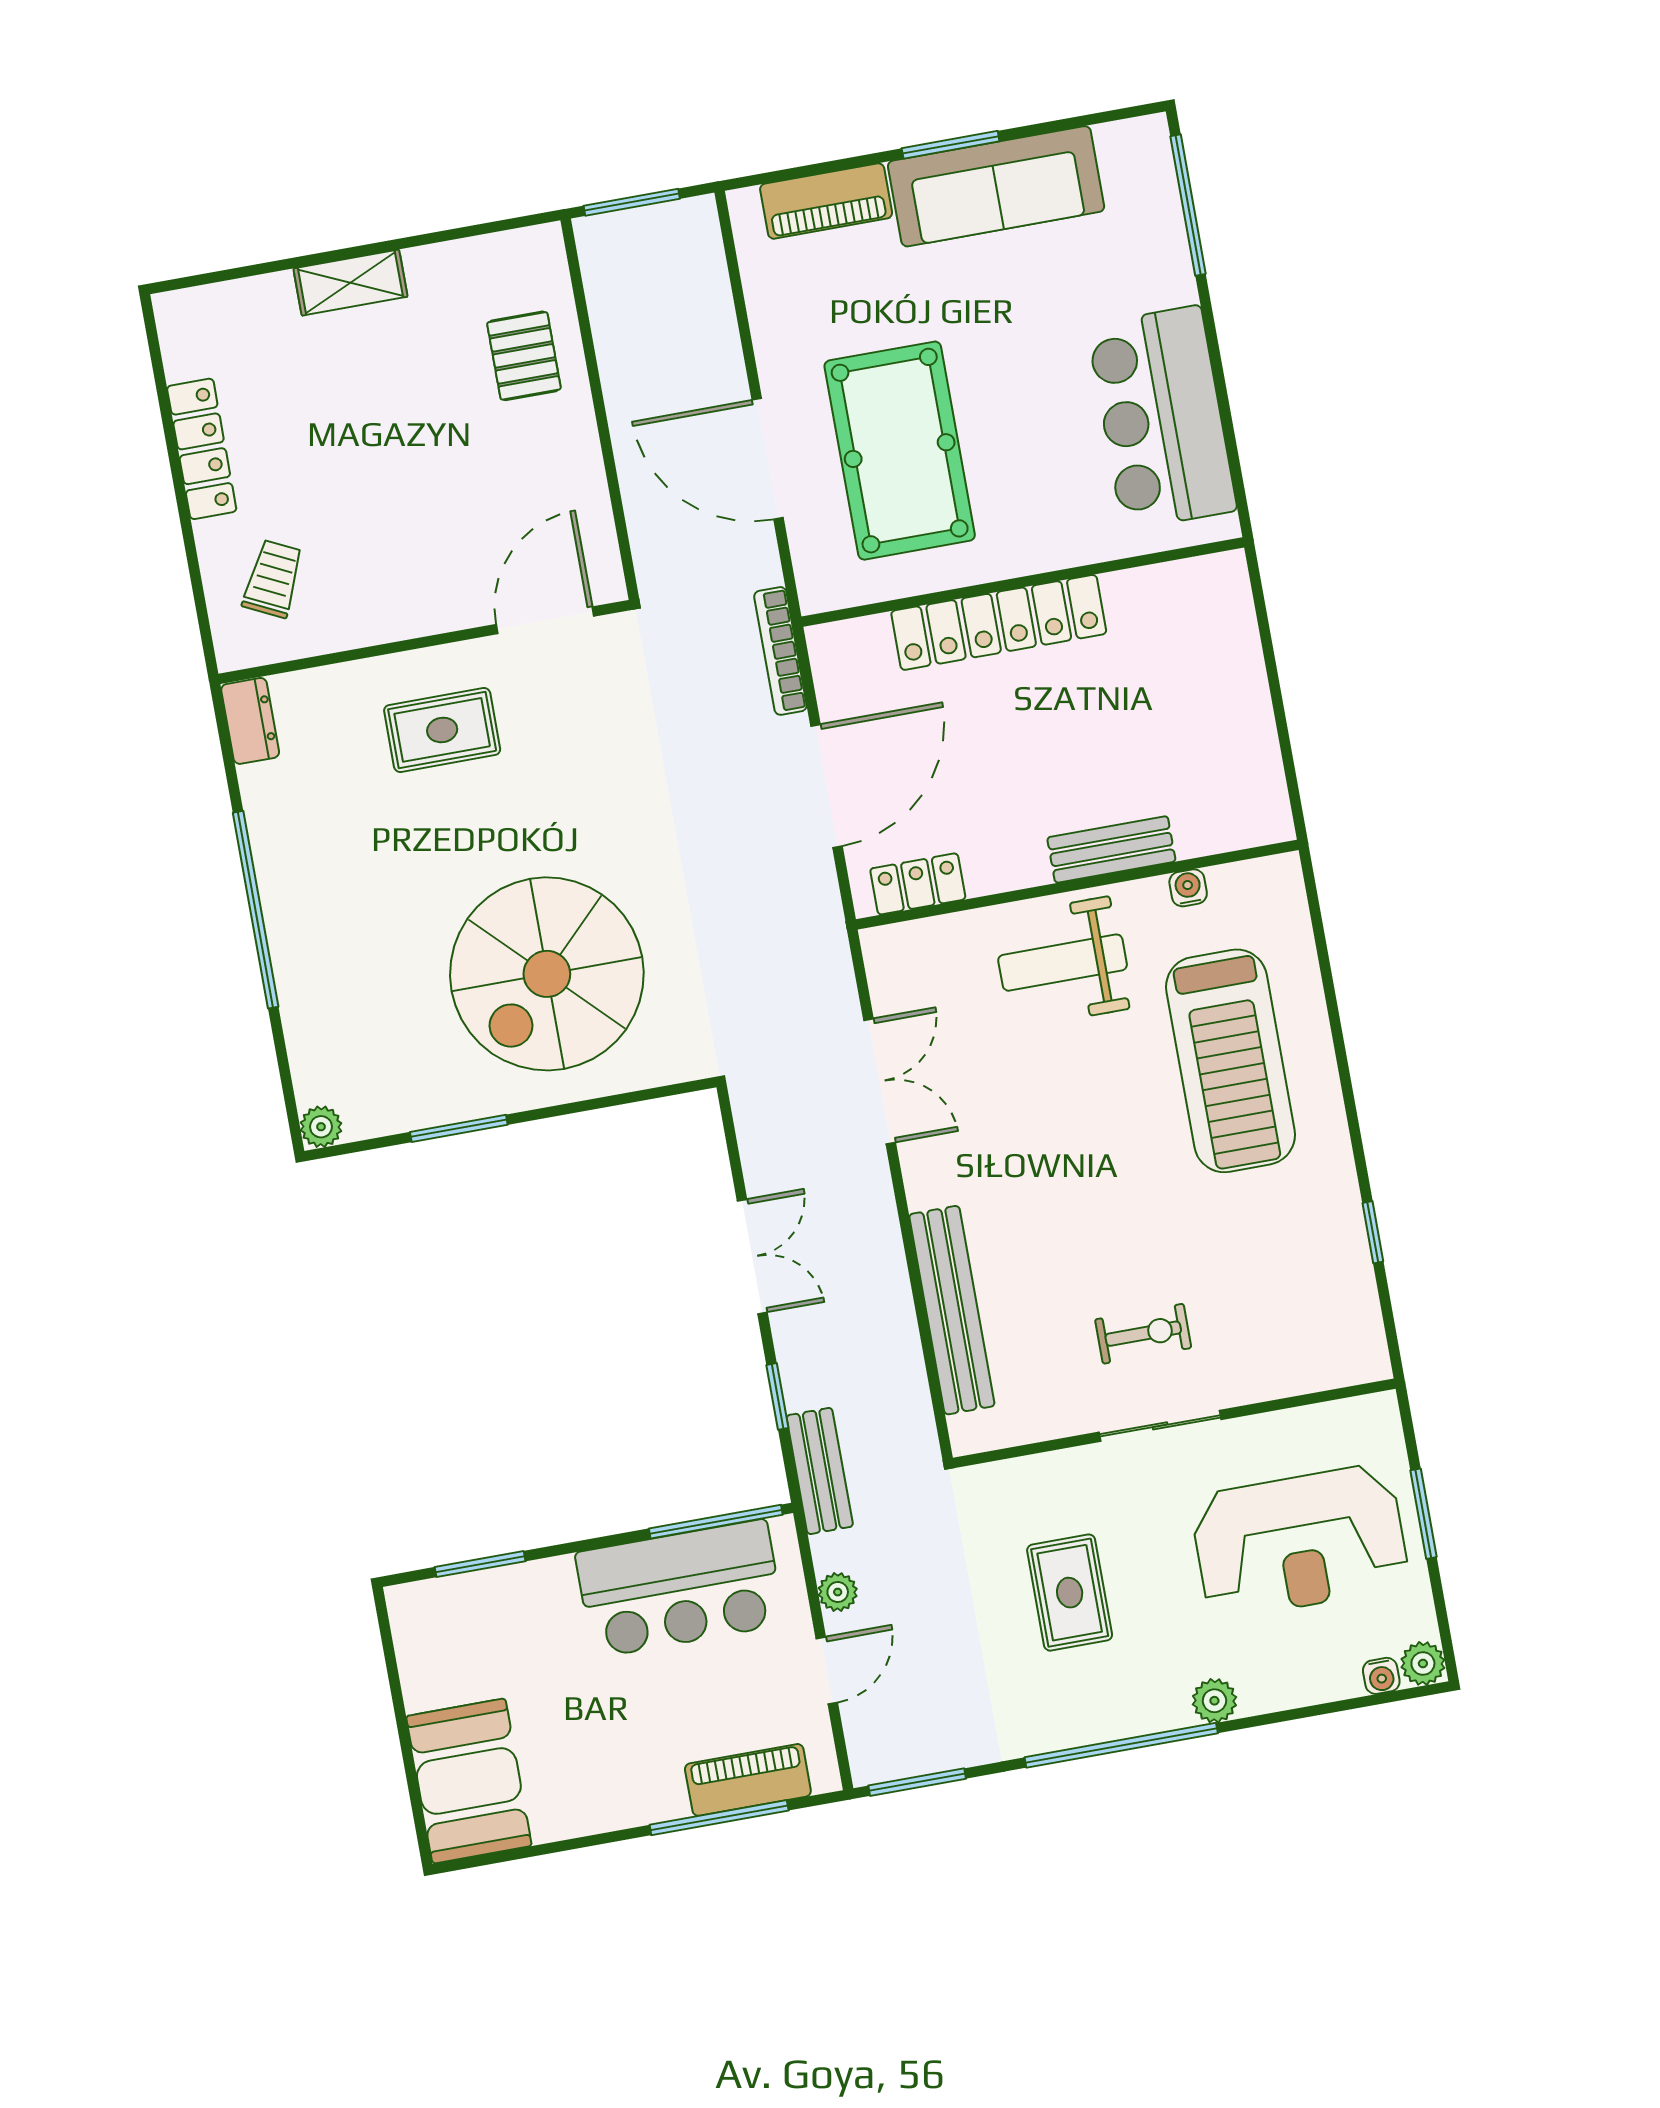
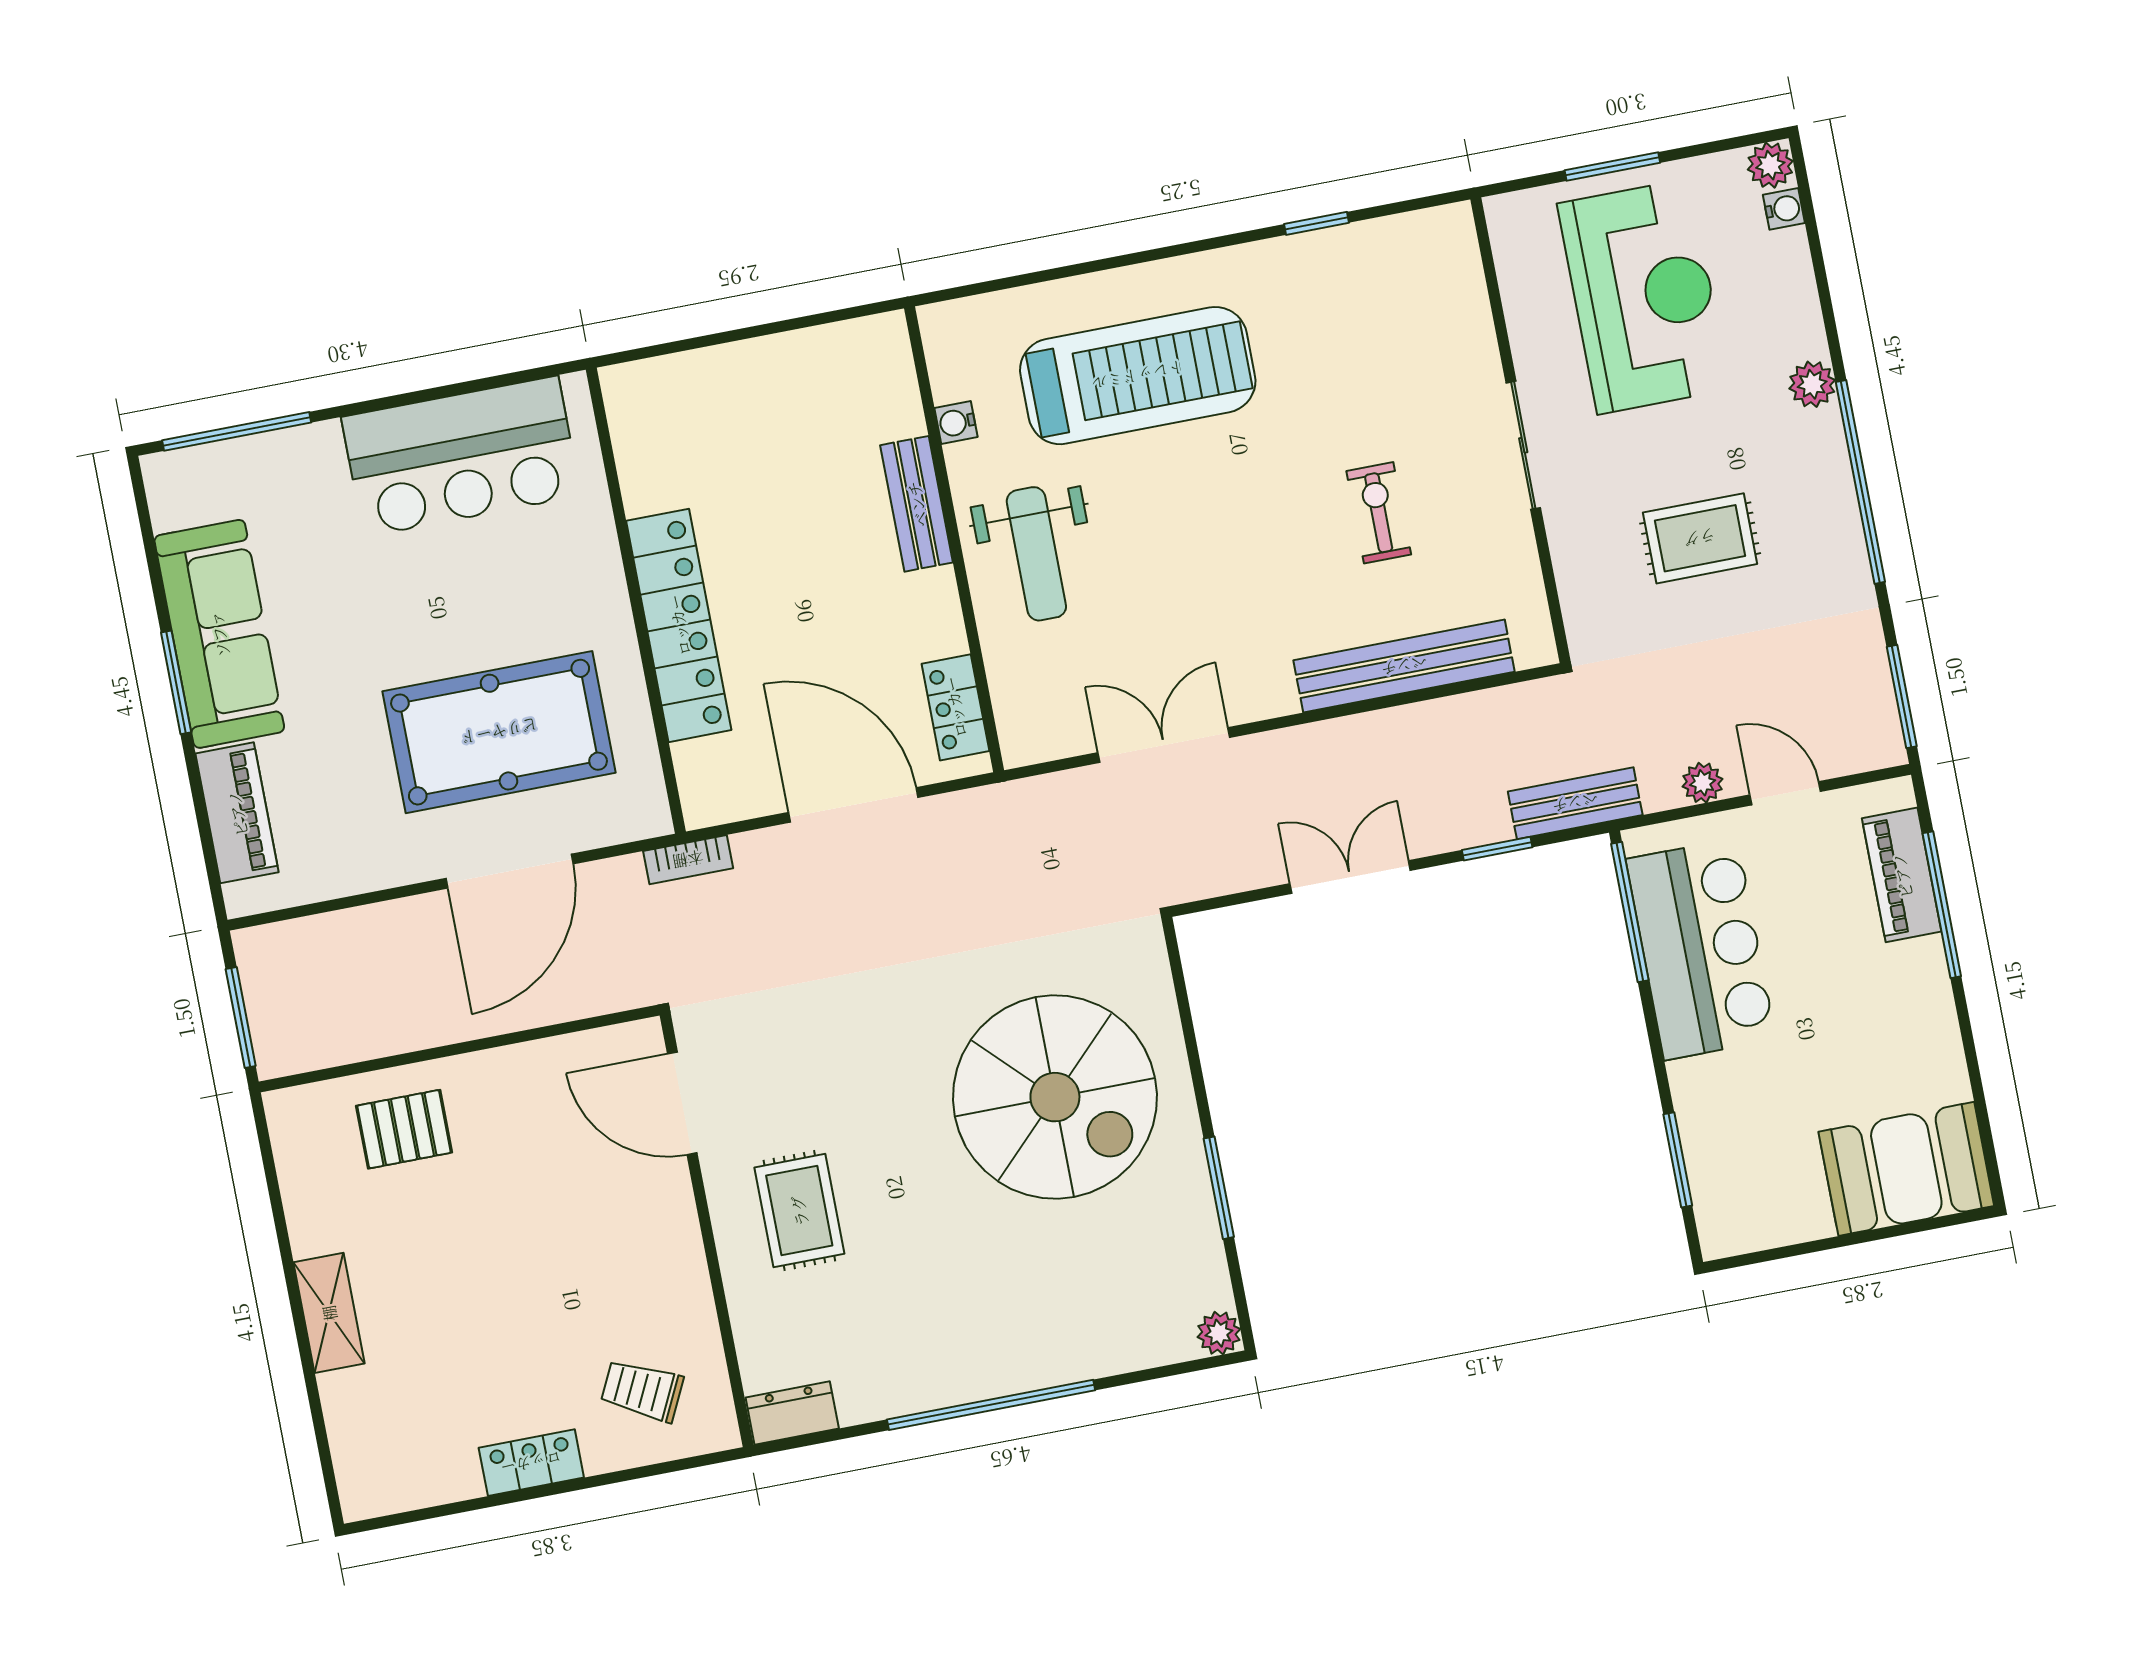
locker: (202, 449) -> (531, 1463), width x0.66
bookcase: (780, 651) -> (688, 860), width x0.64
exercise bike: (1143, 1334) -> (1379, 513), moved

